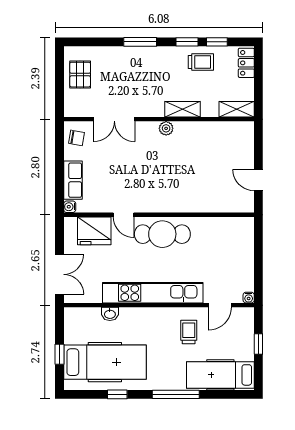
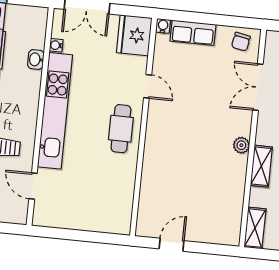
door: (123, 215) -> (148, 86), swing flipped
fridge: (94, 231) -> (134, 35), moved
cafe table: (162, 234) -> (121, 129), width x0.73, depth x0.74
water cooler: (249, 298) -> (56, 45), moved

